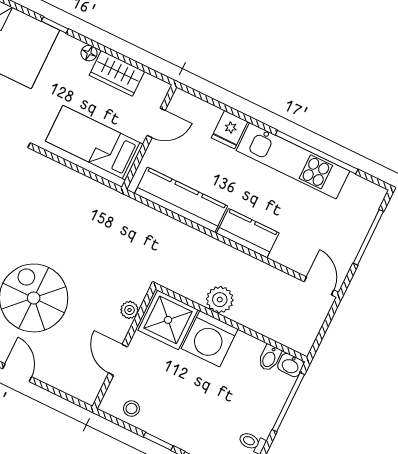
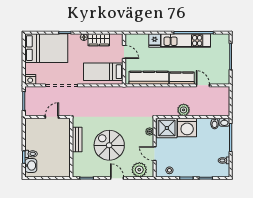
door: (156, 123) -> (124, 52), hinge flipped
door: (319, 286) -> (203, 85), moved
plant: (71, 378) -> (139, 170), added

